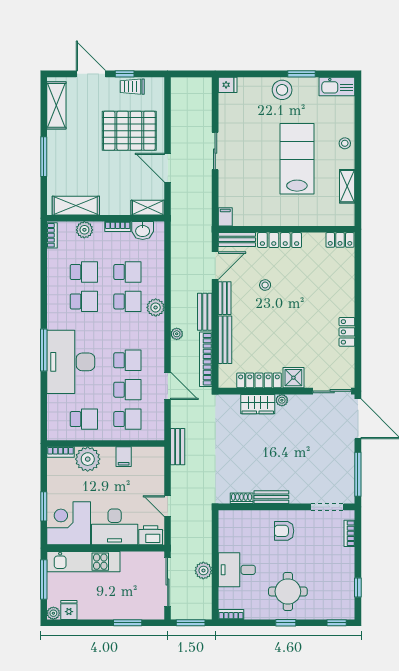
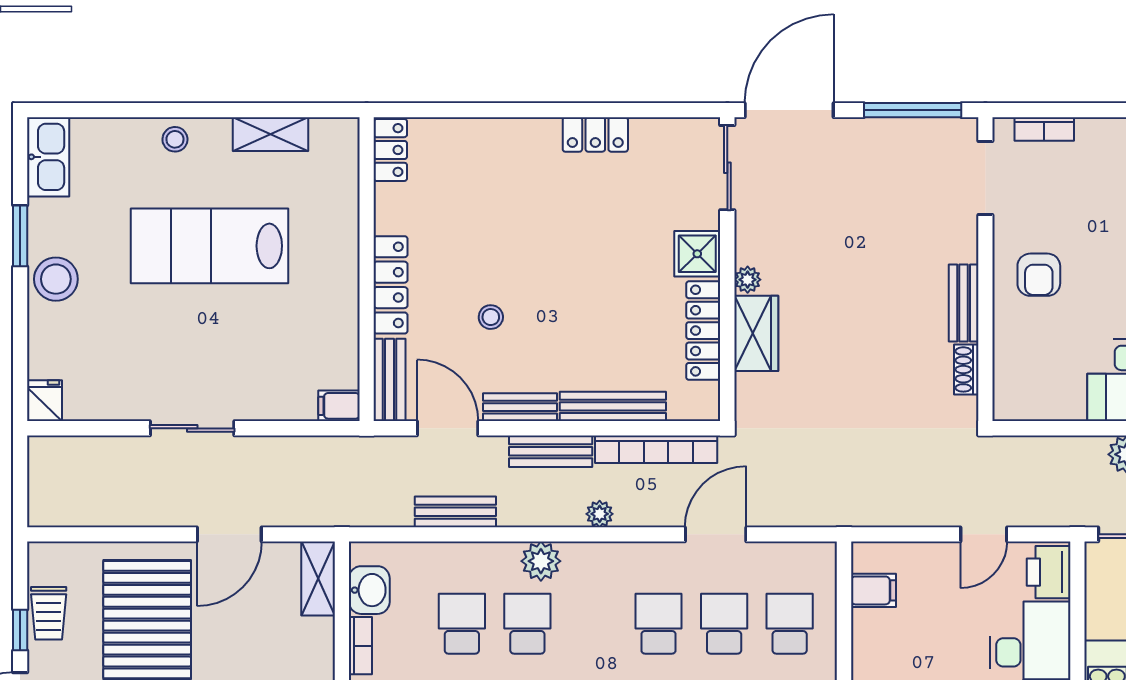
bench: (178, 447) -> (455, 512), moved
filing cabinet: (124, 457) -> (873, 590), moved

